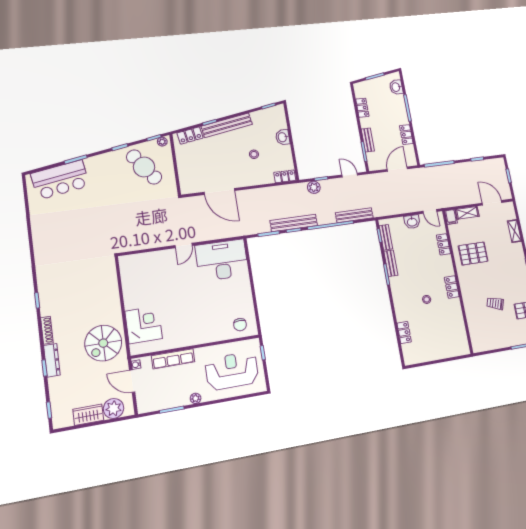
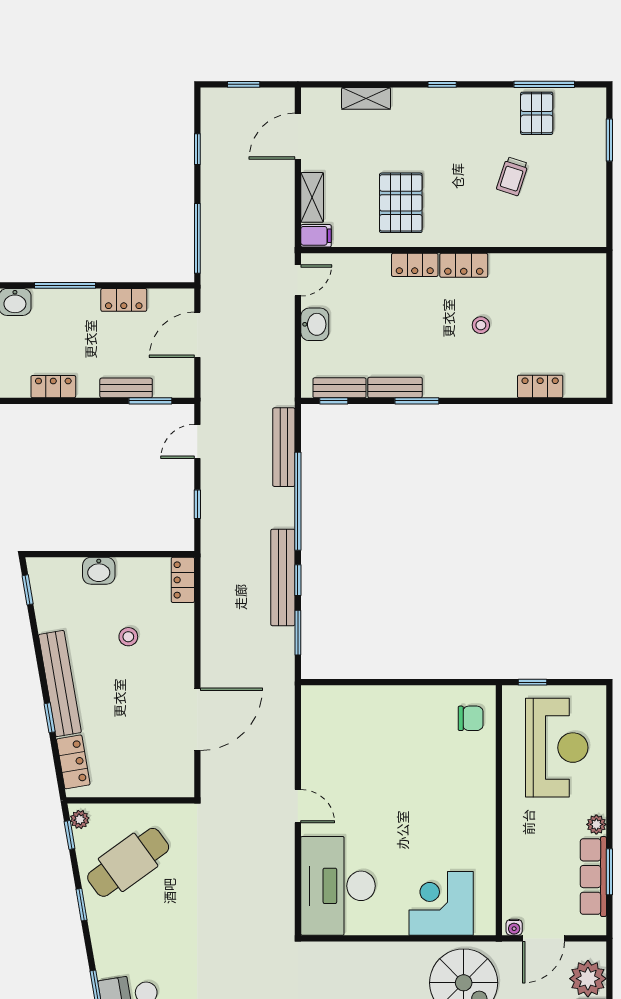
door: (397, 169) -> (197, 335), hinge flipped
plant: (314, 187) -> (214, 523), removed
locker: (443, 244) -> (415, 265), moved
desk: (222, 260) -> (338, 886), moved
row of seats: (173, 359) -> (593, 877), moved, turned 180
reception desk: (232, 371) -> (557, 748), turned 180

